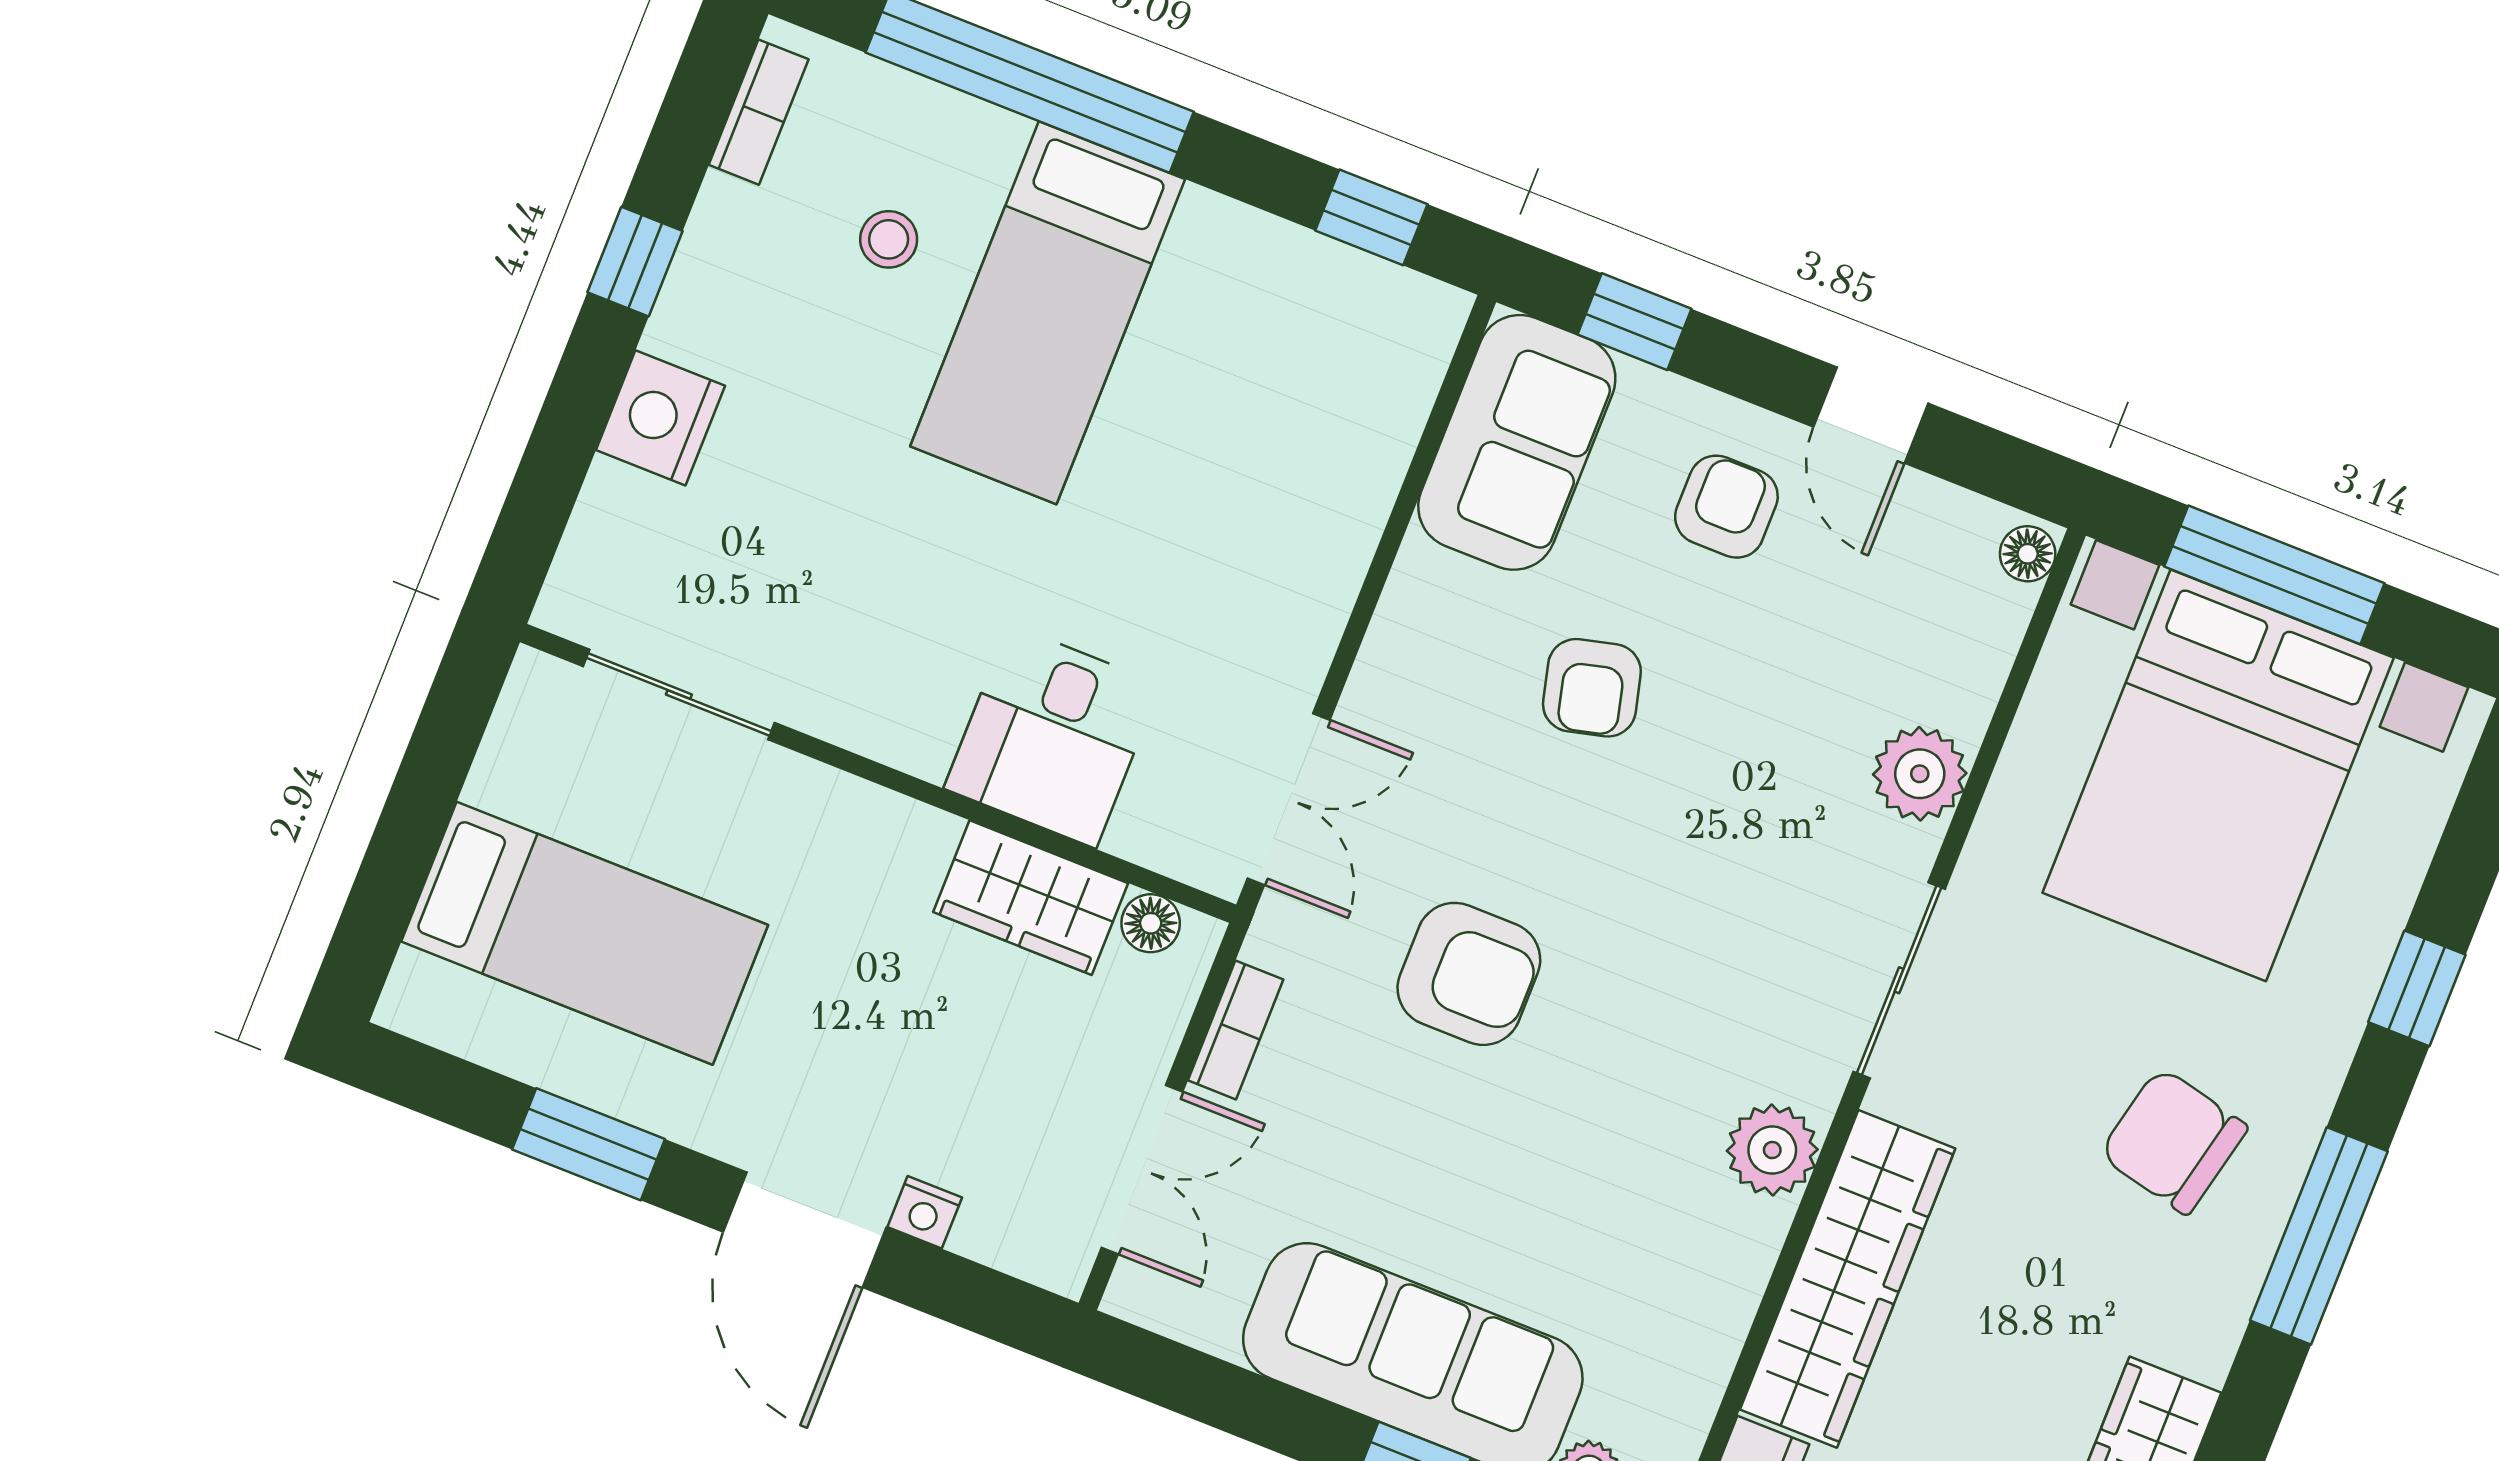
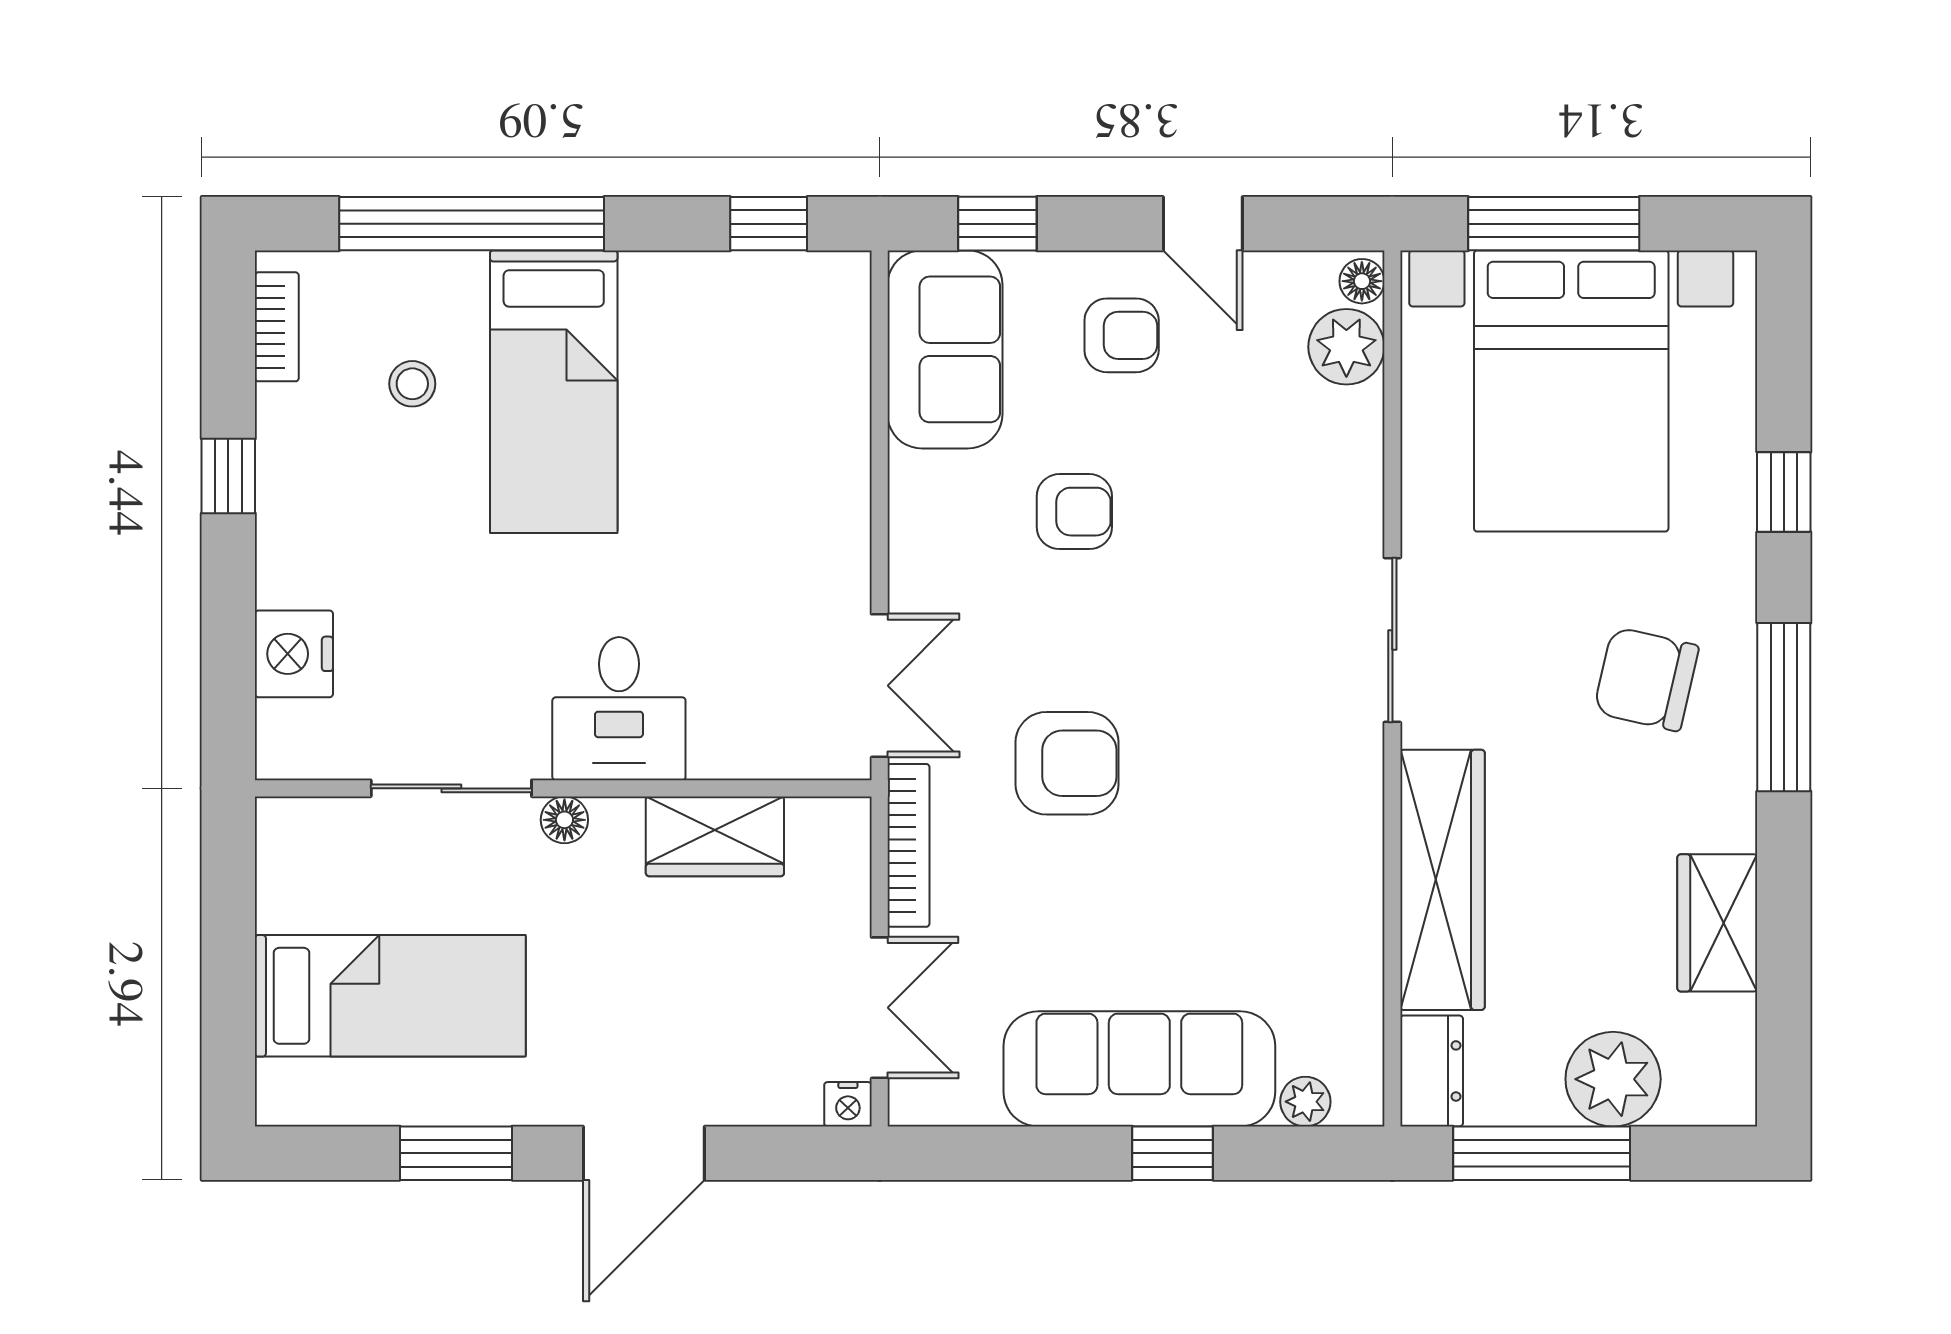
nightstand: (660, 418) -> (294, 654), moved
armchair: (1726, 507) -> (1122, 335), turned 90
armchair: (1592, 688) -> (1074, 512), turned -76
sliding door: (679, 695) -> (451, 788), moved
desk: (1052, 736) -> (619, 709), moved
plant: (1920, 774) -> (1346, 347), moved
floor lamp: (1151, 923) -> (564, 820), moved
bookcase: (1236, 1030) -> (908, 845), width x1.56
plant: (1772, 1150) -> (1347, 805), removed
nightstand: (925, 1212) -> (848, 1104), moved
door: (805, 1230) -> (644, 1153), hinge flipped

